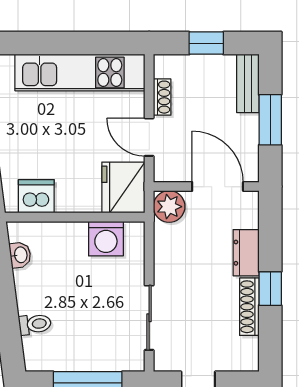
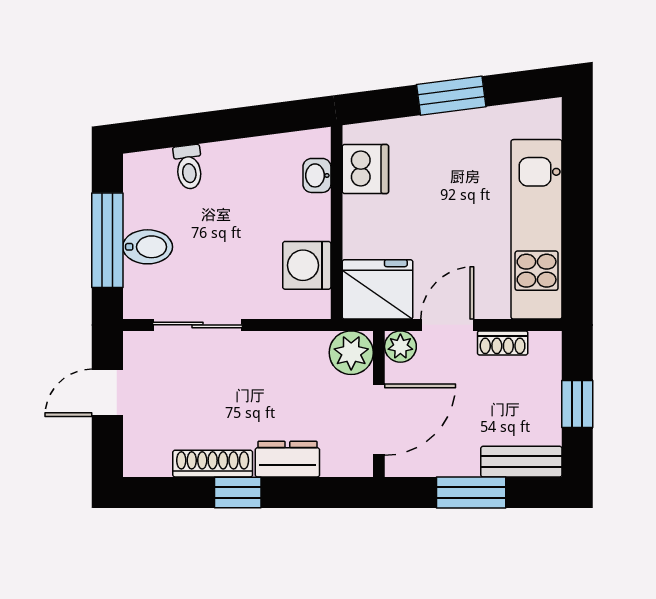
plant: (165, 171) -> (400, 347), added
washbasin: (20, 255) -> (317, 175), moved, turned 97
bidet: (93, 354) -> (148, 247), added

